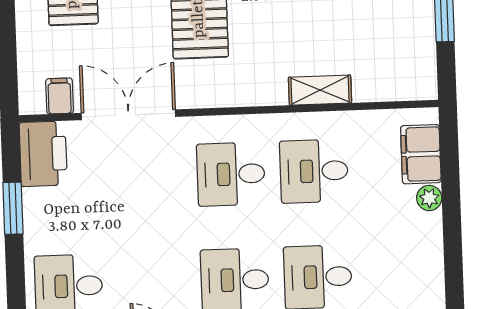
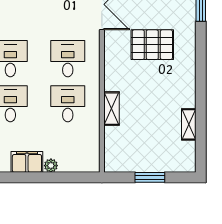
filing cabinet: (421, 154) -> (27, 162), moved

